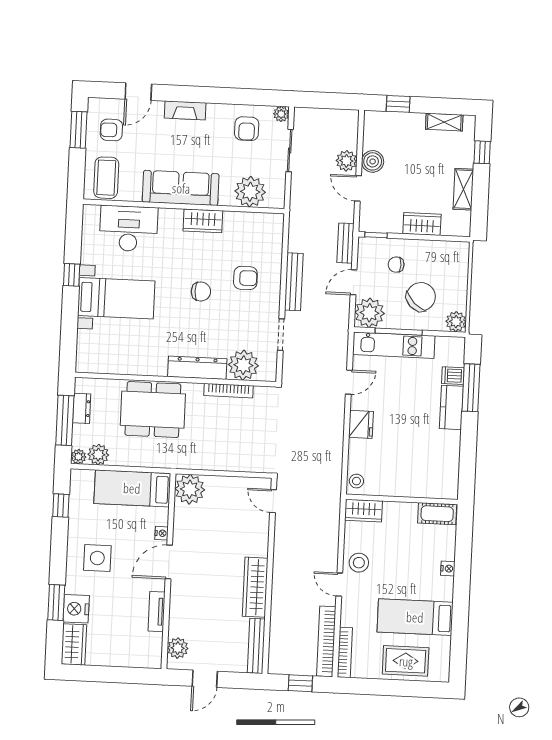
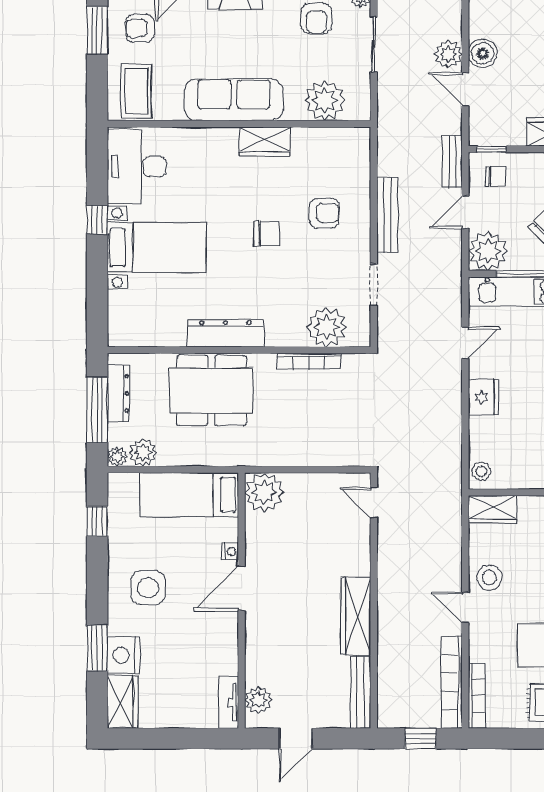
desk: (129, 229) -> (137, 167), moved, turned -90
chair: (396, 265) -> (496, 176), moved, turned 180
dresser: (197, 368) -> (226, 333), moved
dresser: (82, 408) -> (118, 393), width x1.44
tv unit: (157, 612) -> (229, 702), moved

